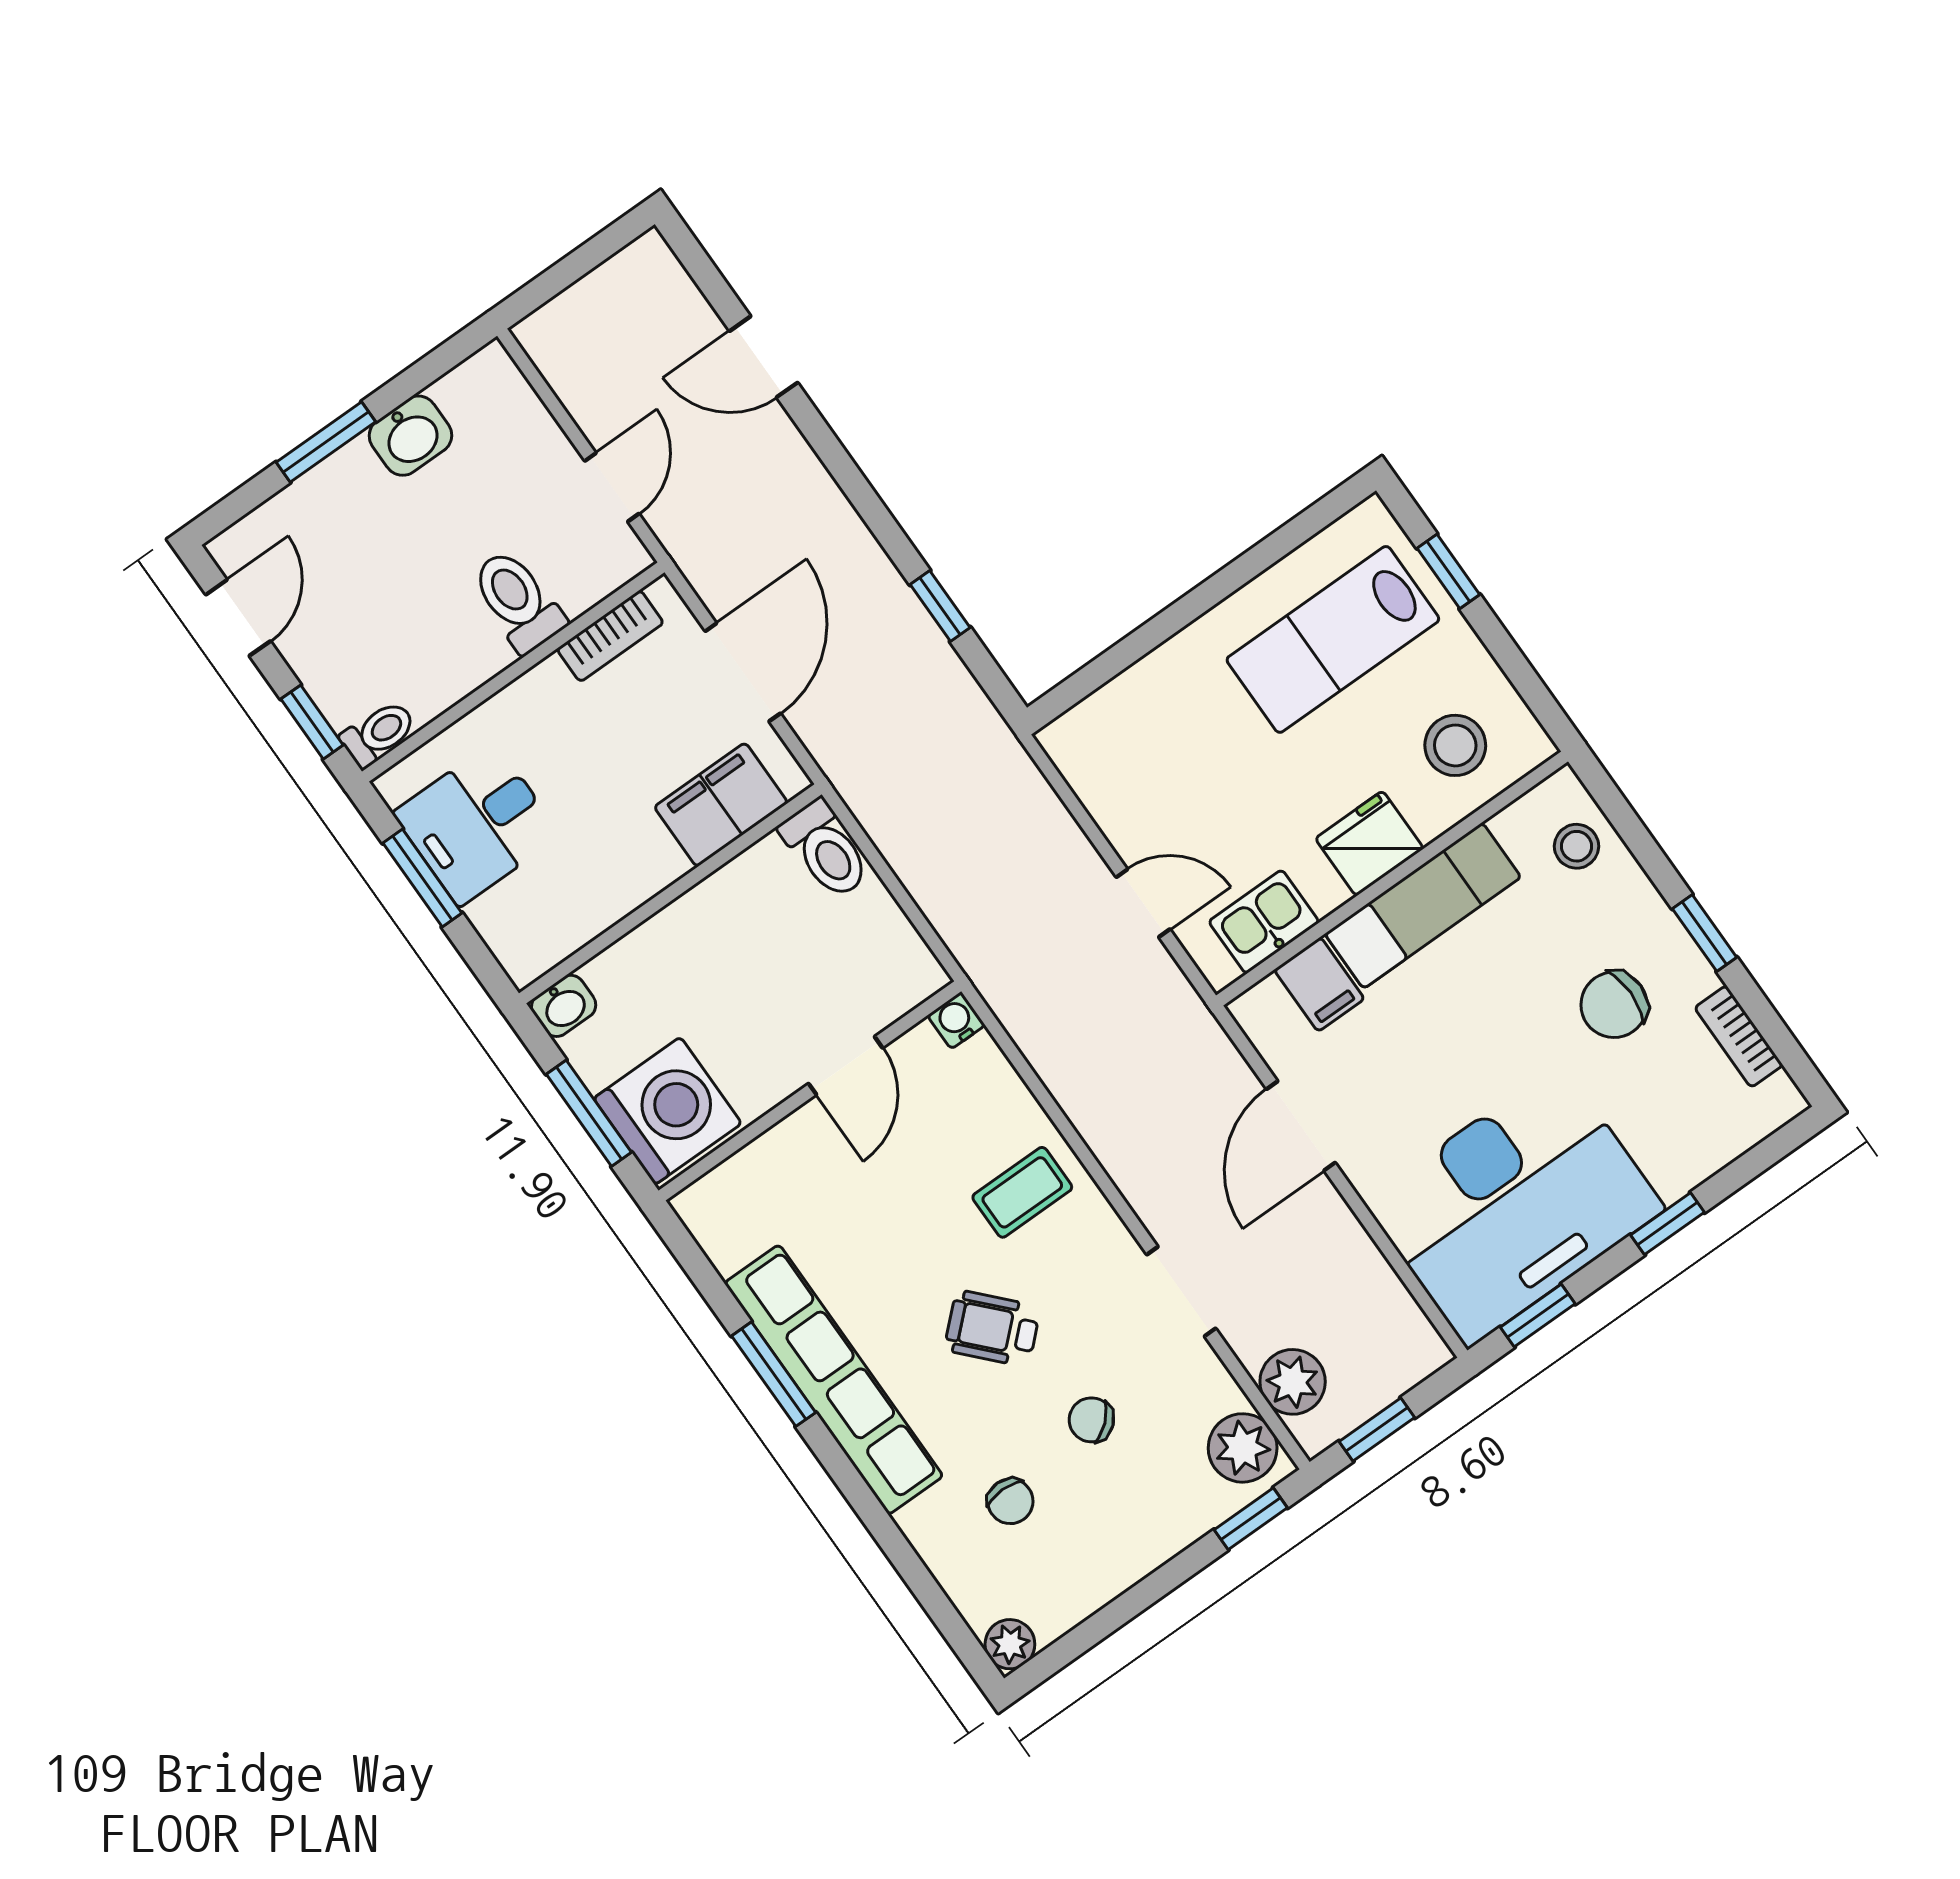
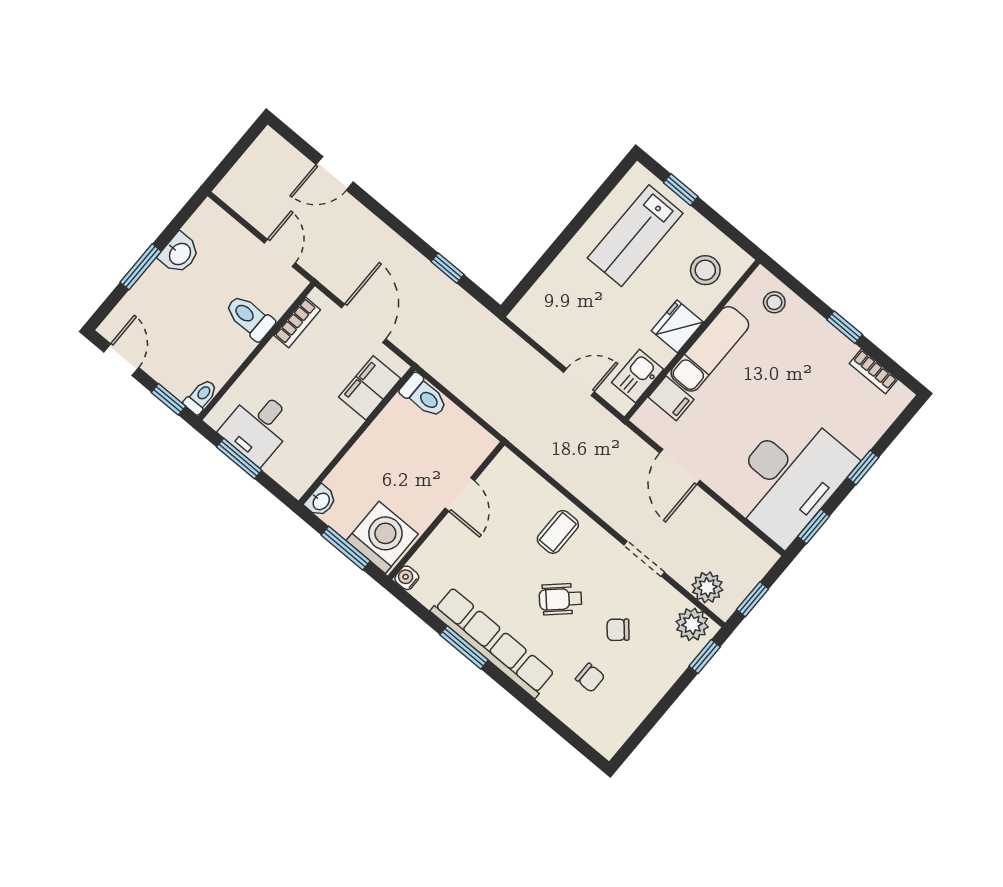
chair: (1614, 1005) -> (811, 372), removed
water cooler: (956, 1020) -> (407, 578), moved
plant: (1010, 1644) -> (607, 744), removed

